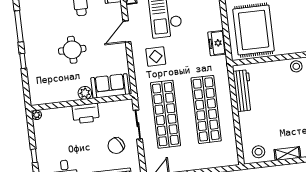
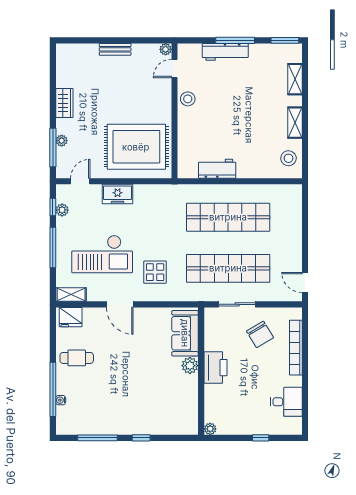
freezer: (217, 43) -> (118, 194), moved
round table: (72, 50) -> (135, 375), removed
workbench: (243, 91) -> (217, 169), width x0.73

